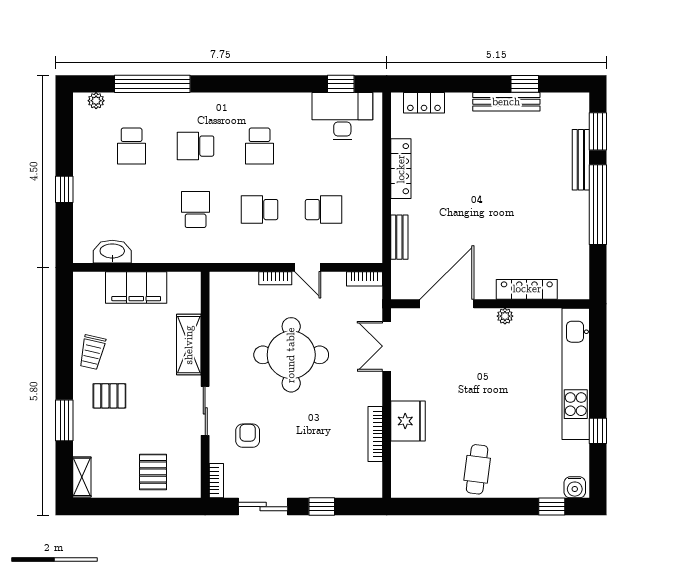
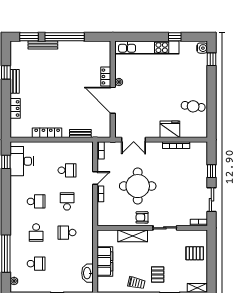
bench: (506, 102) -> (15, 81), width x0.73
locker: (424, 103) -> (15, 108), moved
school desk: (260, 210) -> (67, 201), turned 180
school desk: (324, 210) -> (67, 170), turned 90
locker: (527, 289) -> (106, 76), width x0.66
door: (447, 304) -> (113, 100), moved
armchair: (248, 436) -> (142, 217), moved
cafe table: (477, 469) -> (193, 106), moved

